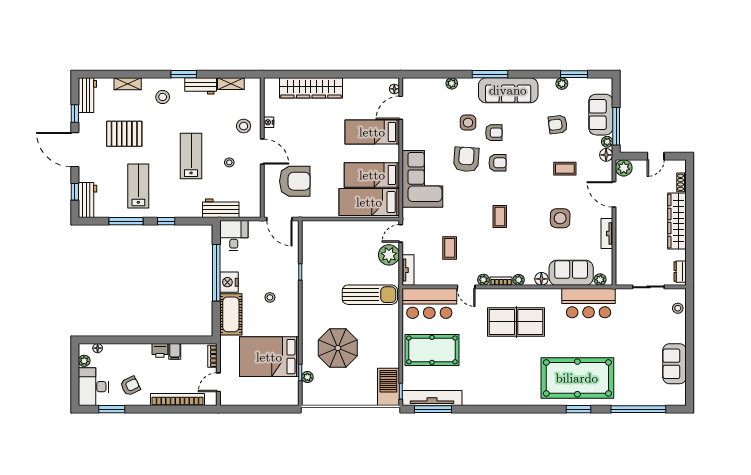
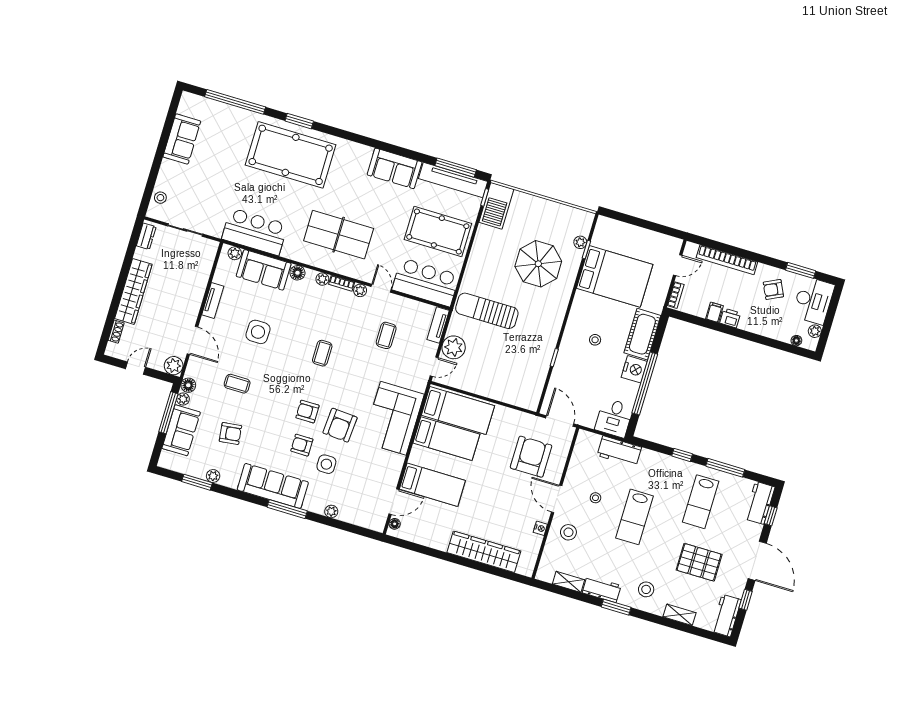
armchair: (295, 181) -> (531, 457), turned 90
sofa: (485, 393) -> (395, 168), added

